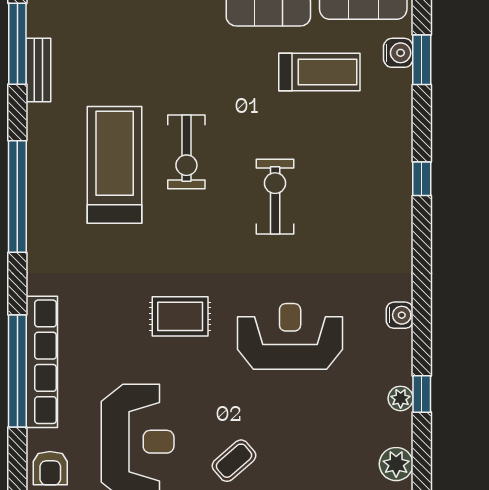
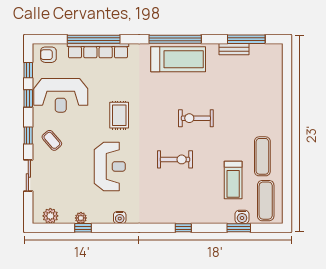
treadmill: (115, 165) -> (178, 59), moved

